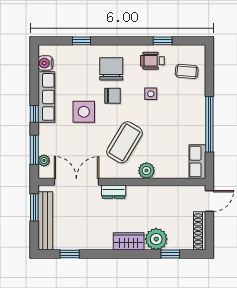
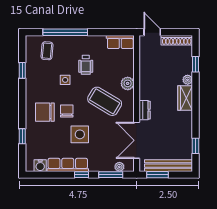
wheelchair: (152, 61) -> (86, 65), moved
window: (209, 124) -> (65, 32), moved
plant: (156, 239) -> (188, 80), width x0.53, depth x0.53

